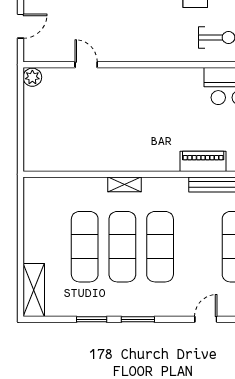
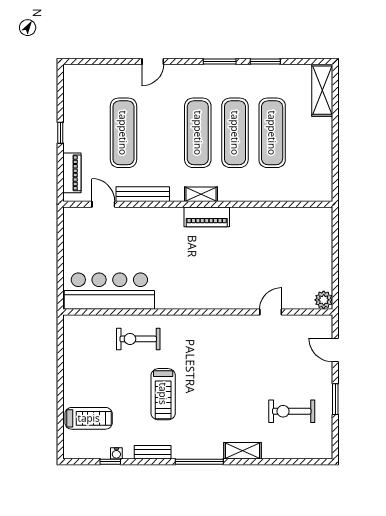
door: (21, 26) -> (335, 350), hinge flipped
door: (86, 65) -> (271, 312), swing flipped
piano: (203, 161) -> (207, 217), moved
shelving: (124, 184) -> (201, 194), moved

